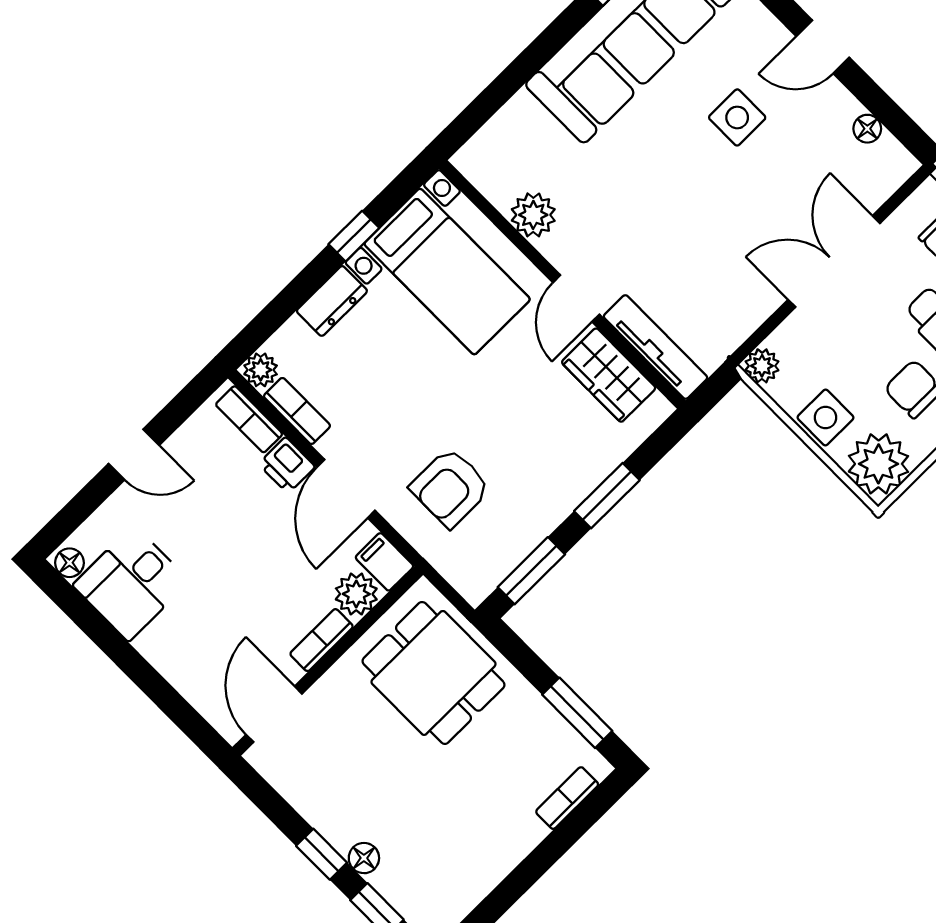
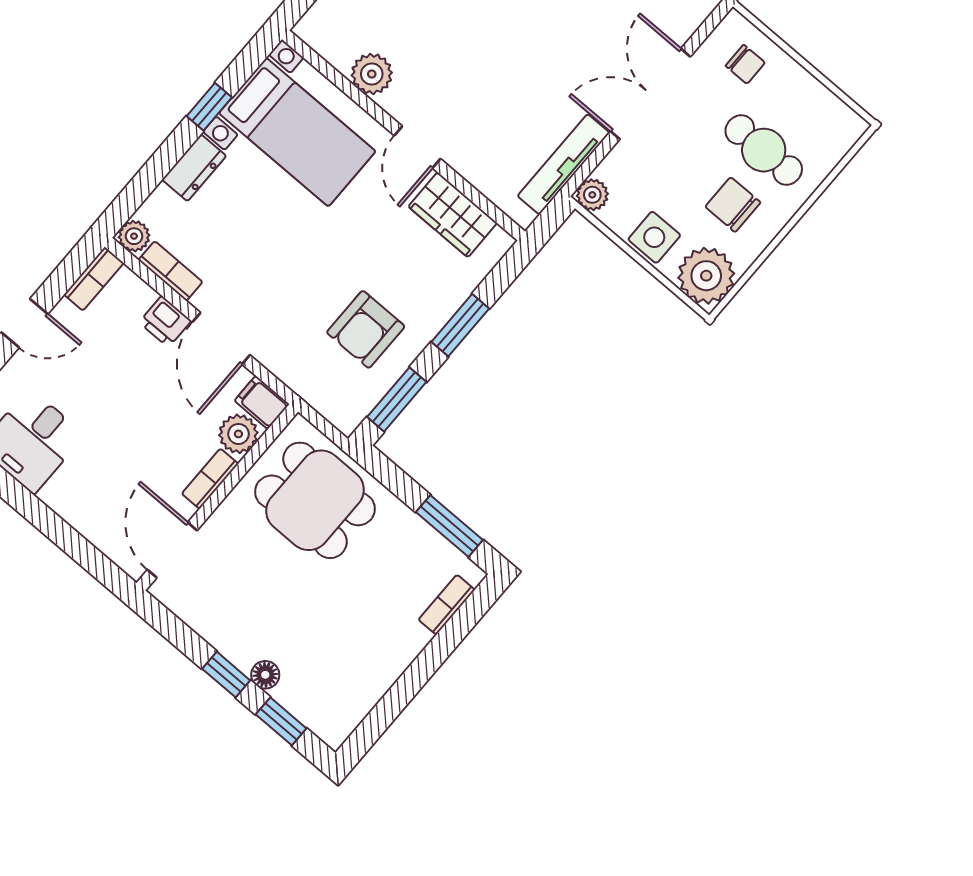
tv unit: (656, 347) -> (564, 164), moved, turned -90
bookcase: (249, 419) -> (94, 279), moved, turned -90
armchair: (450, 488) -> (366, 329), moved

